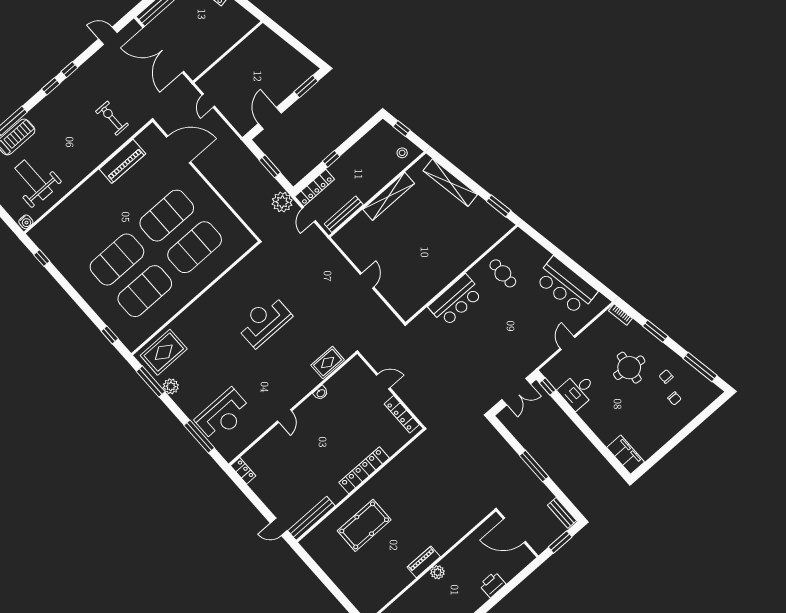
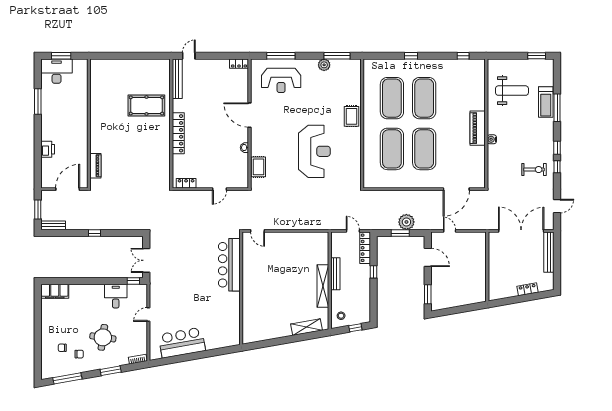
door: (208, 101) -> (450, 231), moved
exercise bike: (112, 118) -> (534, 170), moved
piano: (122, 161) -> (478, 128), moved
shelving: (450, 183) -> (307, 327), width x0.68
plant: (282, 202) -> (406, 222), moved
window: (499, 206) -> (262, 344), removed
bench: (344, 214) -> (335, 274), moved
water cooler: (26, 222) -> (492, 139), moved
cafe table: (503, 273) -> (221, 313), removed
door: (367, 281) -> (257, 231), moved
bar counter: (456, 300) -> (229, 265), width x1.36
reception desk: (264, 321) -> (314, 151), width x1.36, depth x1.30
window: (110, 335) -> (411, 56), moved
door: (567, 343) -> (148, 314), swing flipped
rug: (164, 352) -> (352, 116), moved, width x0.73, depth x0.70
locker: (402, 414) -> (186, 183), width x0.66
reception desk: (223, 415) -> (281, 80), turned -90
door: (285, 416) -> (249, 115), width x1.87
window: (534, 466) -> (95, 233), width x0.46
pool table: (364, 525) -> (146, 105), turned 90
piano: (424, 562) -> (95, 166), moved
plant: (438, 572) -> (82, 124), removed

